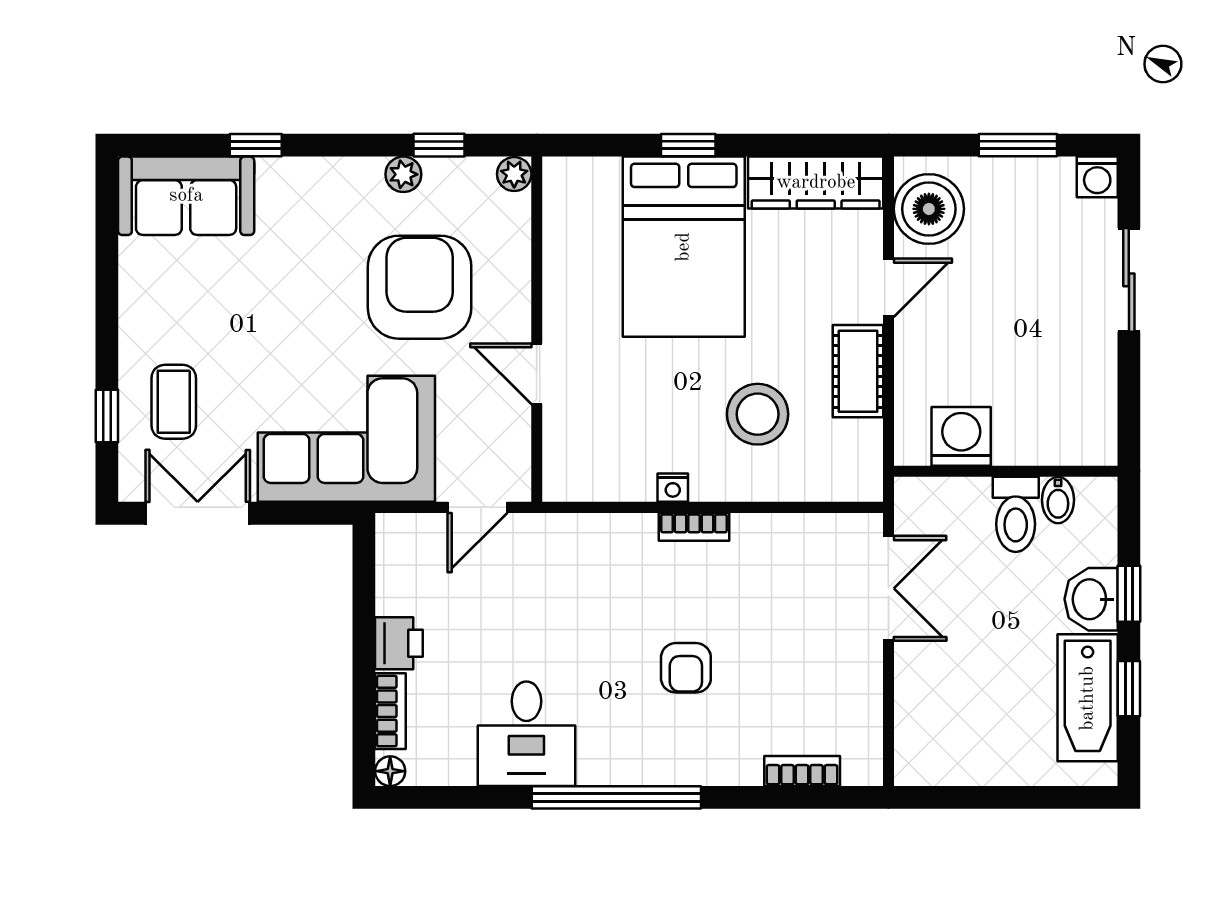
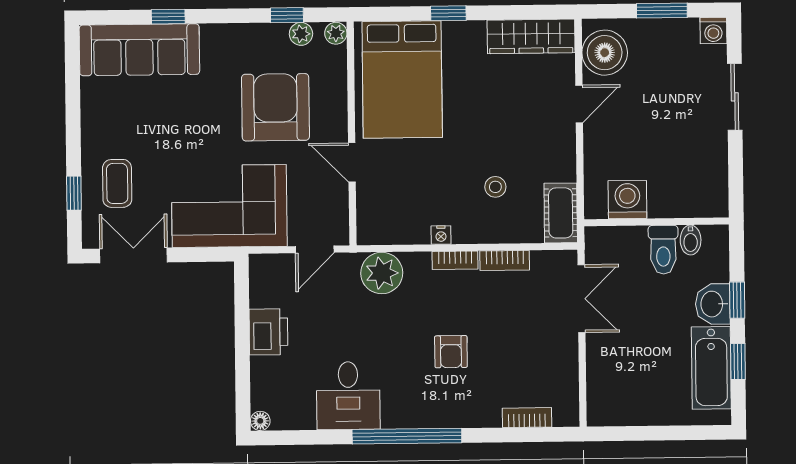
plant: (403, 174) -> (301, 34), moved
sofa: (186, 196) -> (139, 50), width x1.36
bed: (684, 247) -> (402, 79), moved
cot: (858, 371) -> (561, 213), moved
stool: (758, 414) -> (495, 187), width x0.53, depth x0.53
plant: (581, 545) -> (382, 273), added
printer: (399, 643) -> (269, 332), width x1.36, depth x1.24
bookcase: (390, 711) -> (505, 260), moved, turned 90

